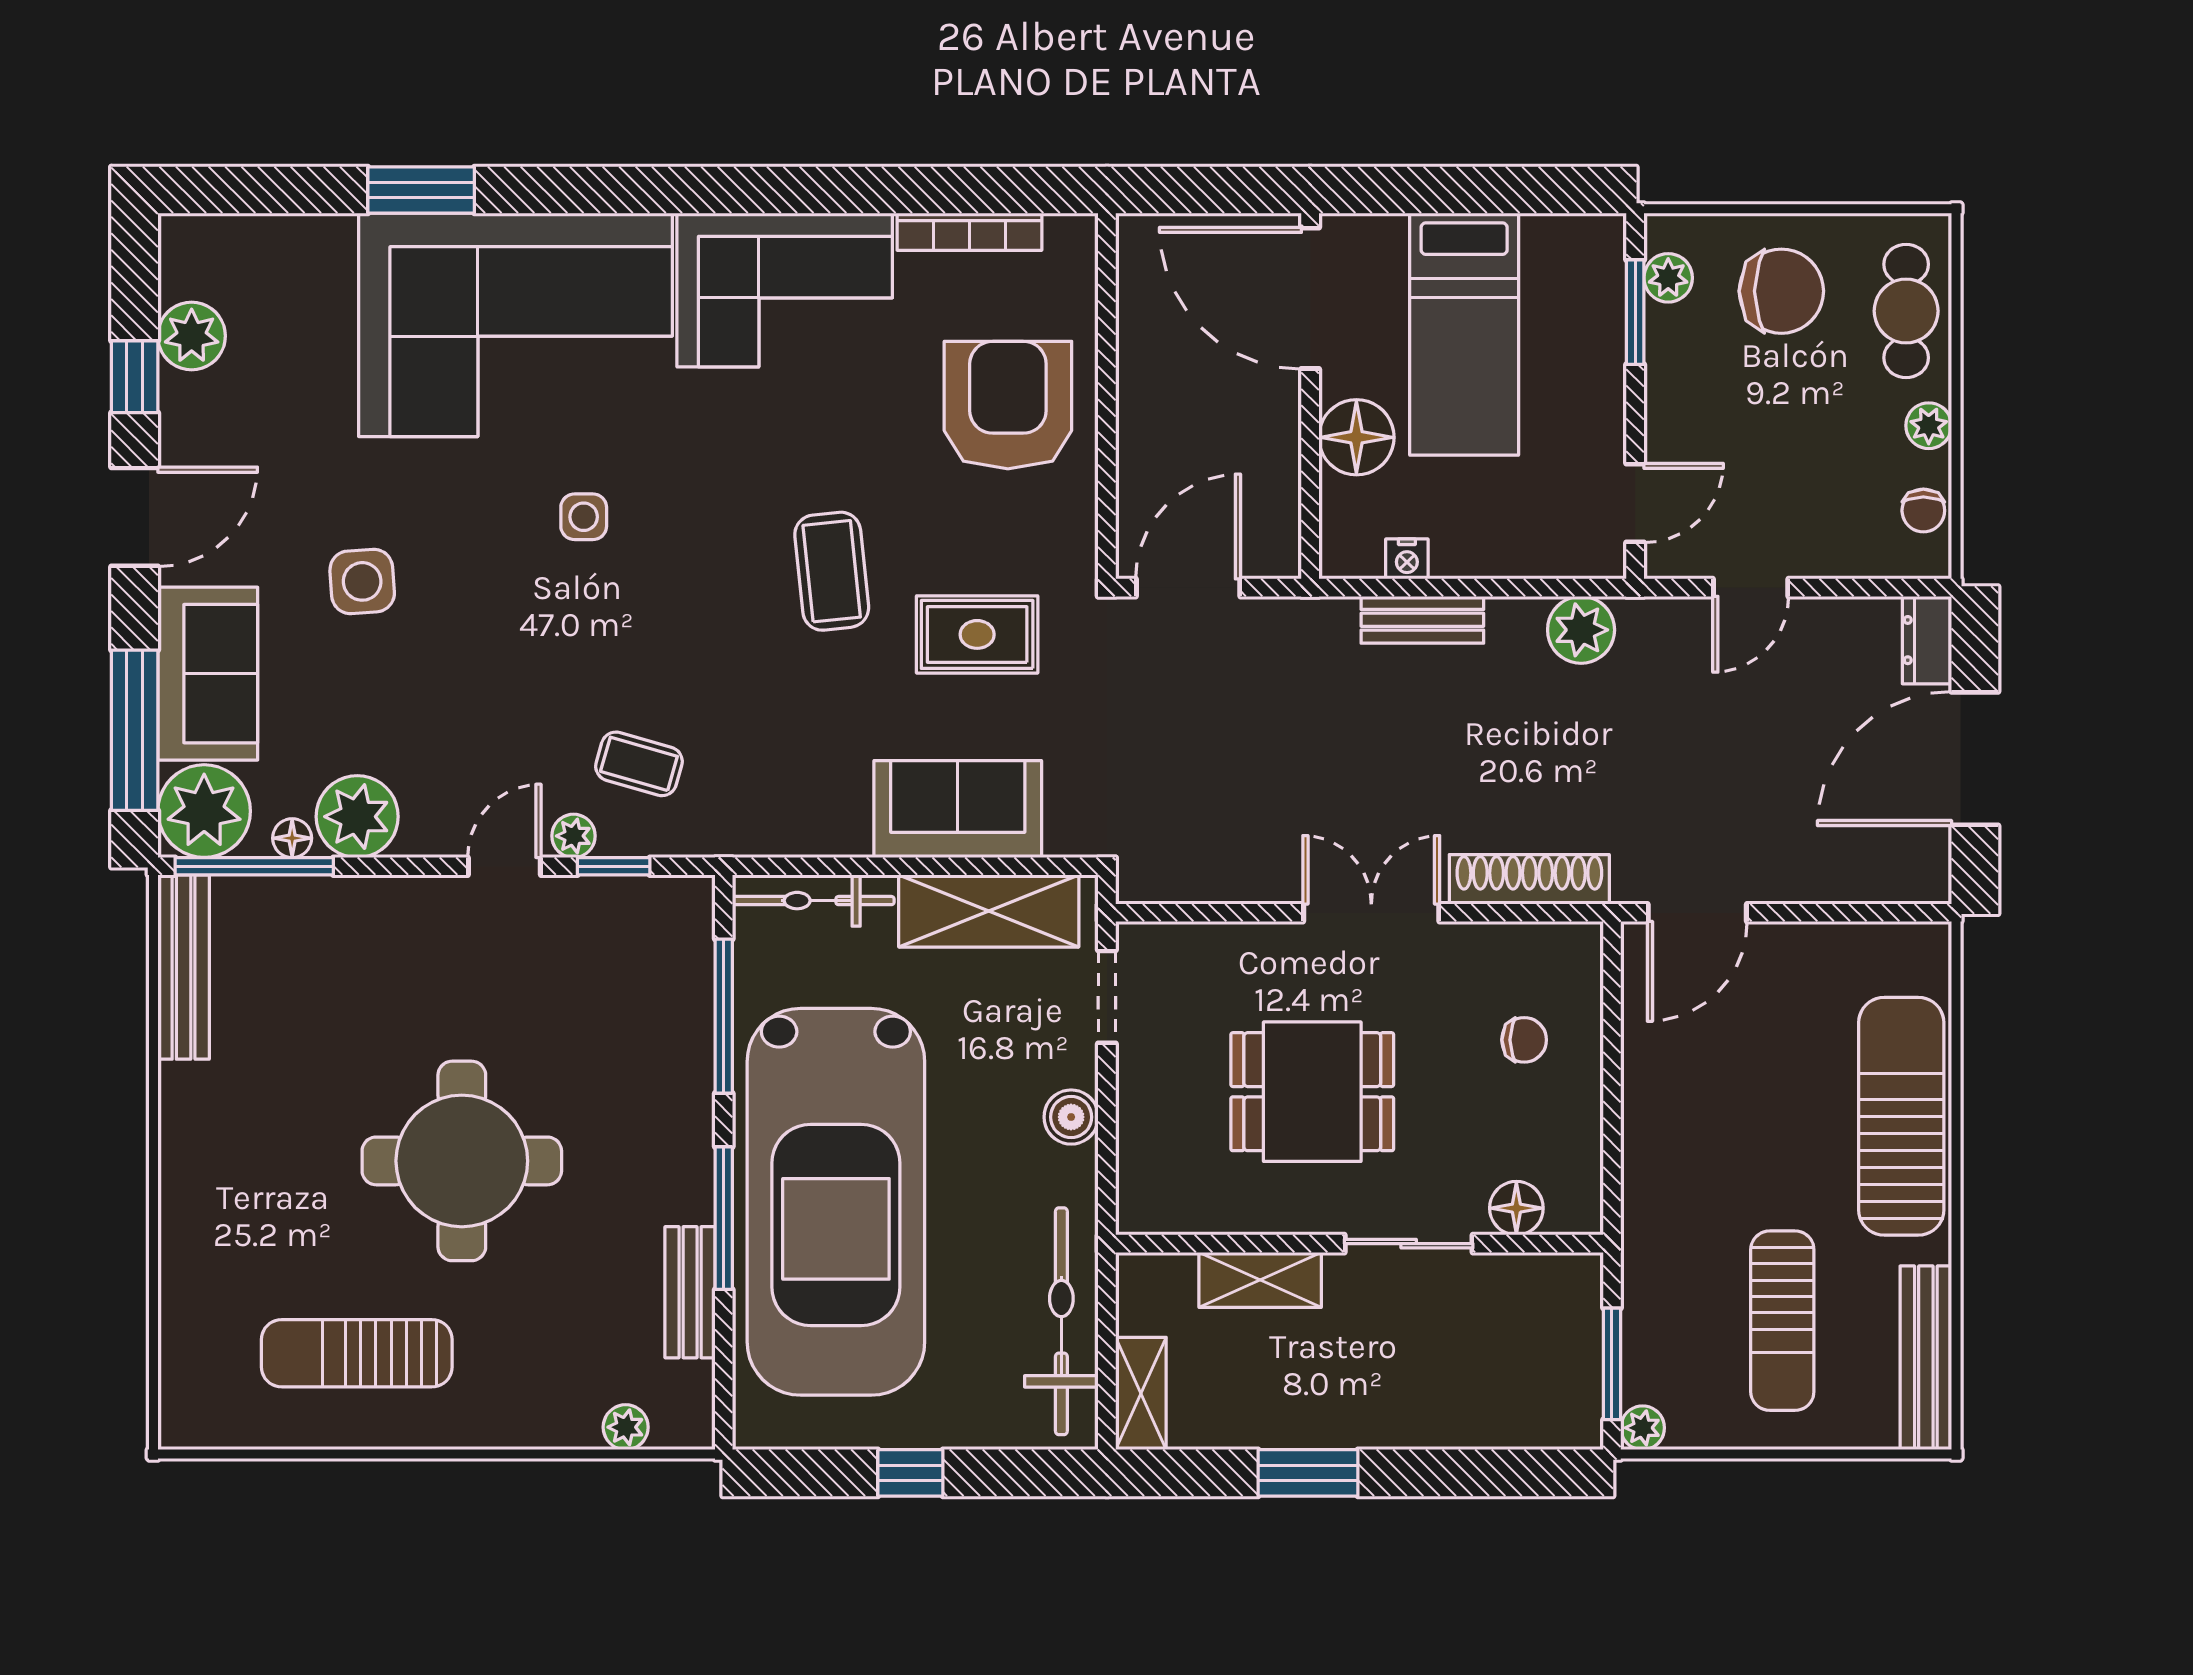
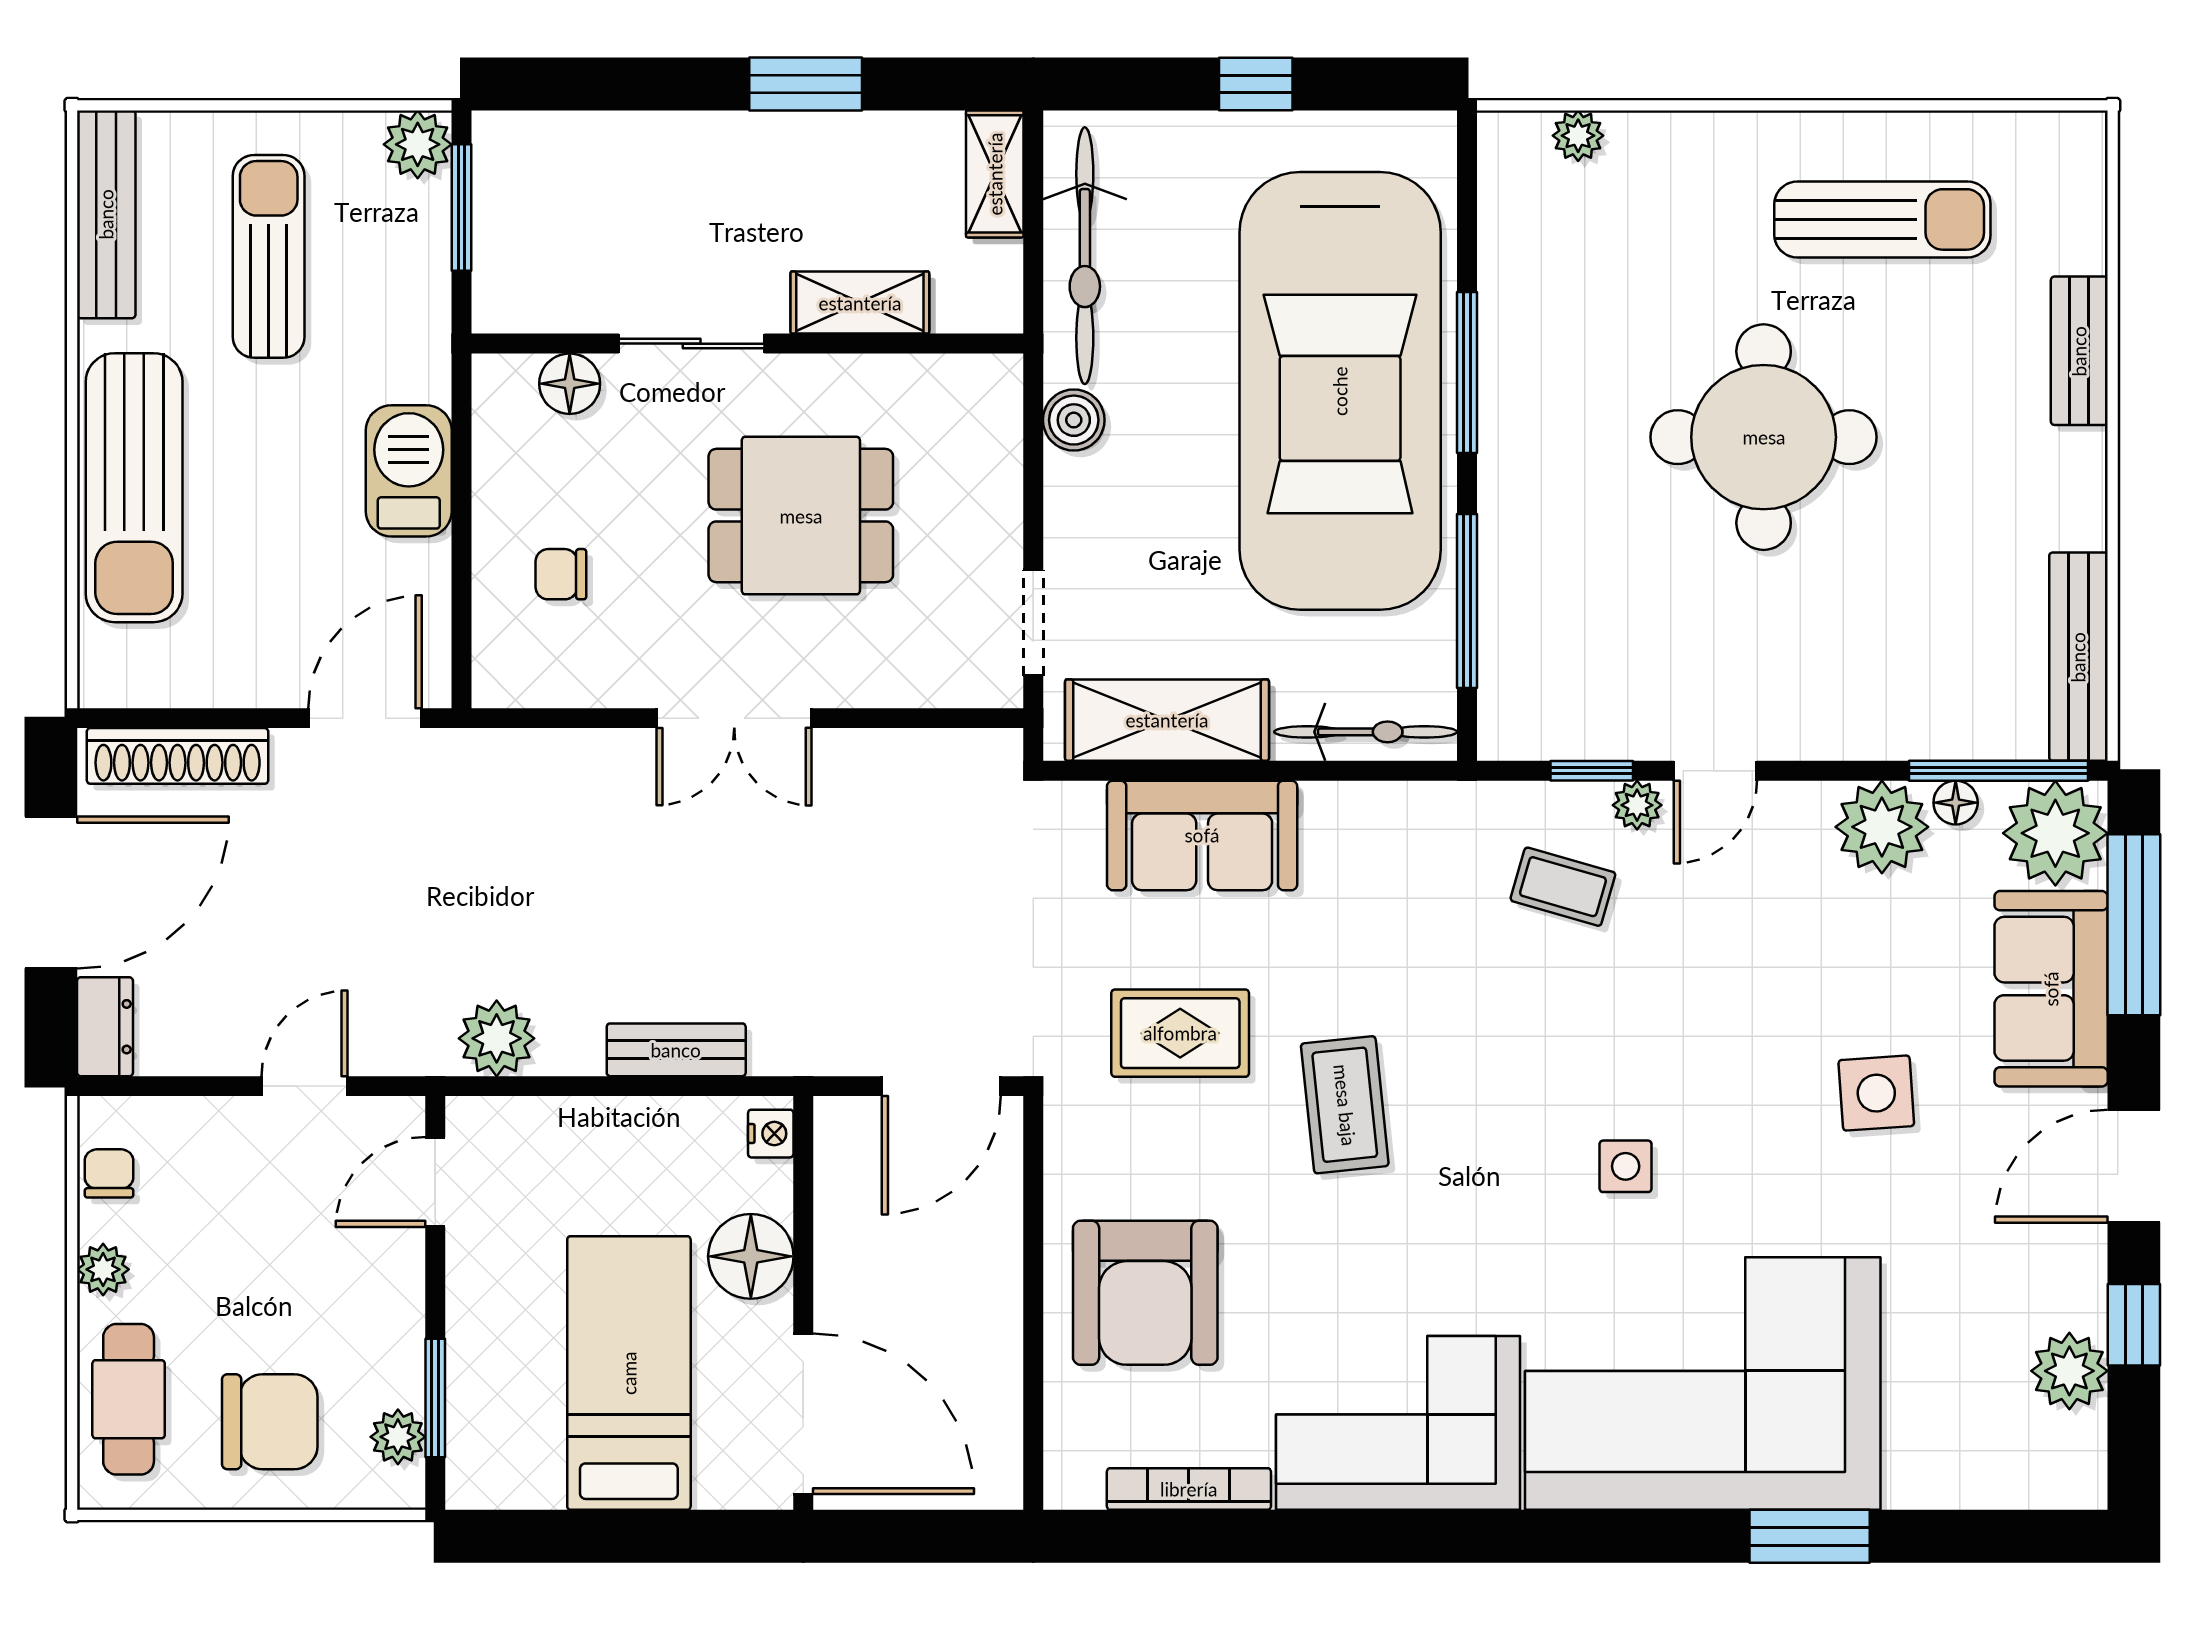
chair: (1781, 291) -> (270, 1422), turned 180
nightstand: (1407, 559) -> (771, 1134), moved, turned 90
shoe rack: (1529, 879) -> (178, 756), moved
boiler: (1071, 1117) -> (1074, 420), moved
barbecue: (1659, 1131) -> (409, 471), added
car: (836, 1202) -> (1340, 391), turned 180
bench: (690, 1292) -> (2079, 351), moved
plant: (1643, 1428) -> (418, 144), width x1.38, depth x1.38

